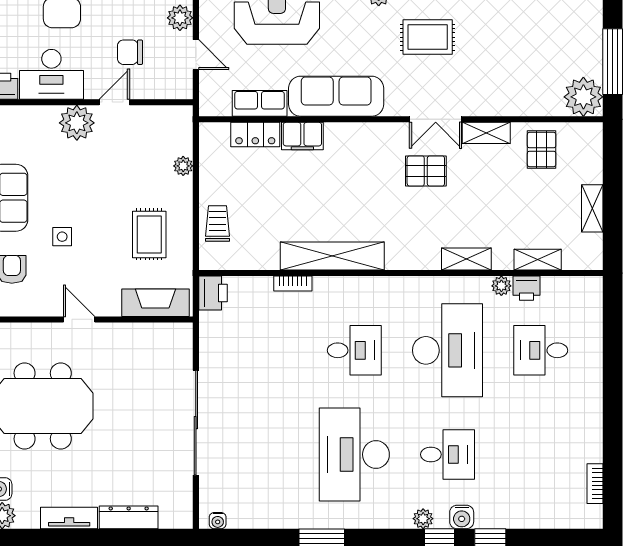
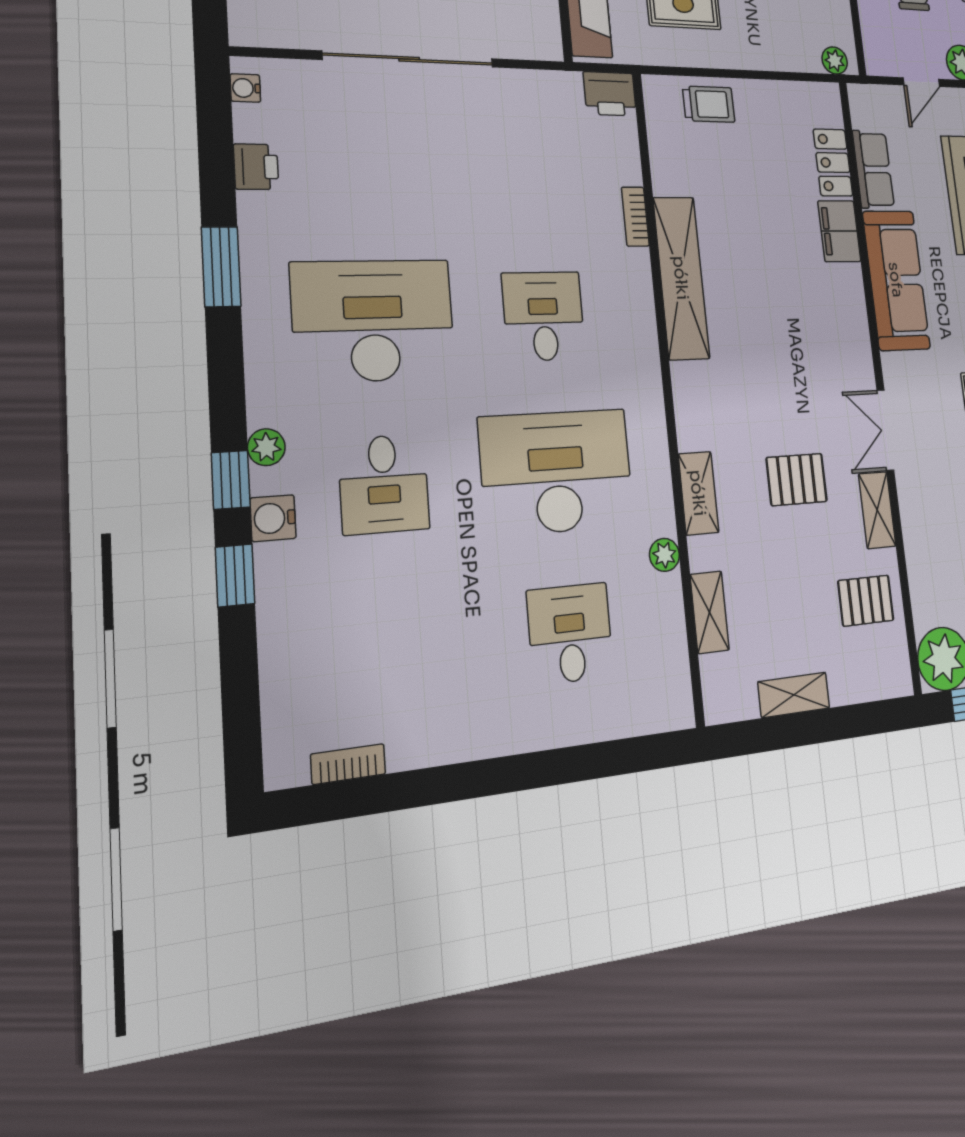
plant: (183, 166) -> (835, 60), moved
pallet: (426, 171) -> (797, 480), moved, turned 90
printer: (526, 288) -> (256, 167), moved, turned 180
desk: (354, 350) -> (544, 316), turned 180
desk: (447, 350) -> (557, 472), turned 180

